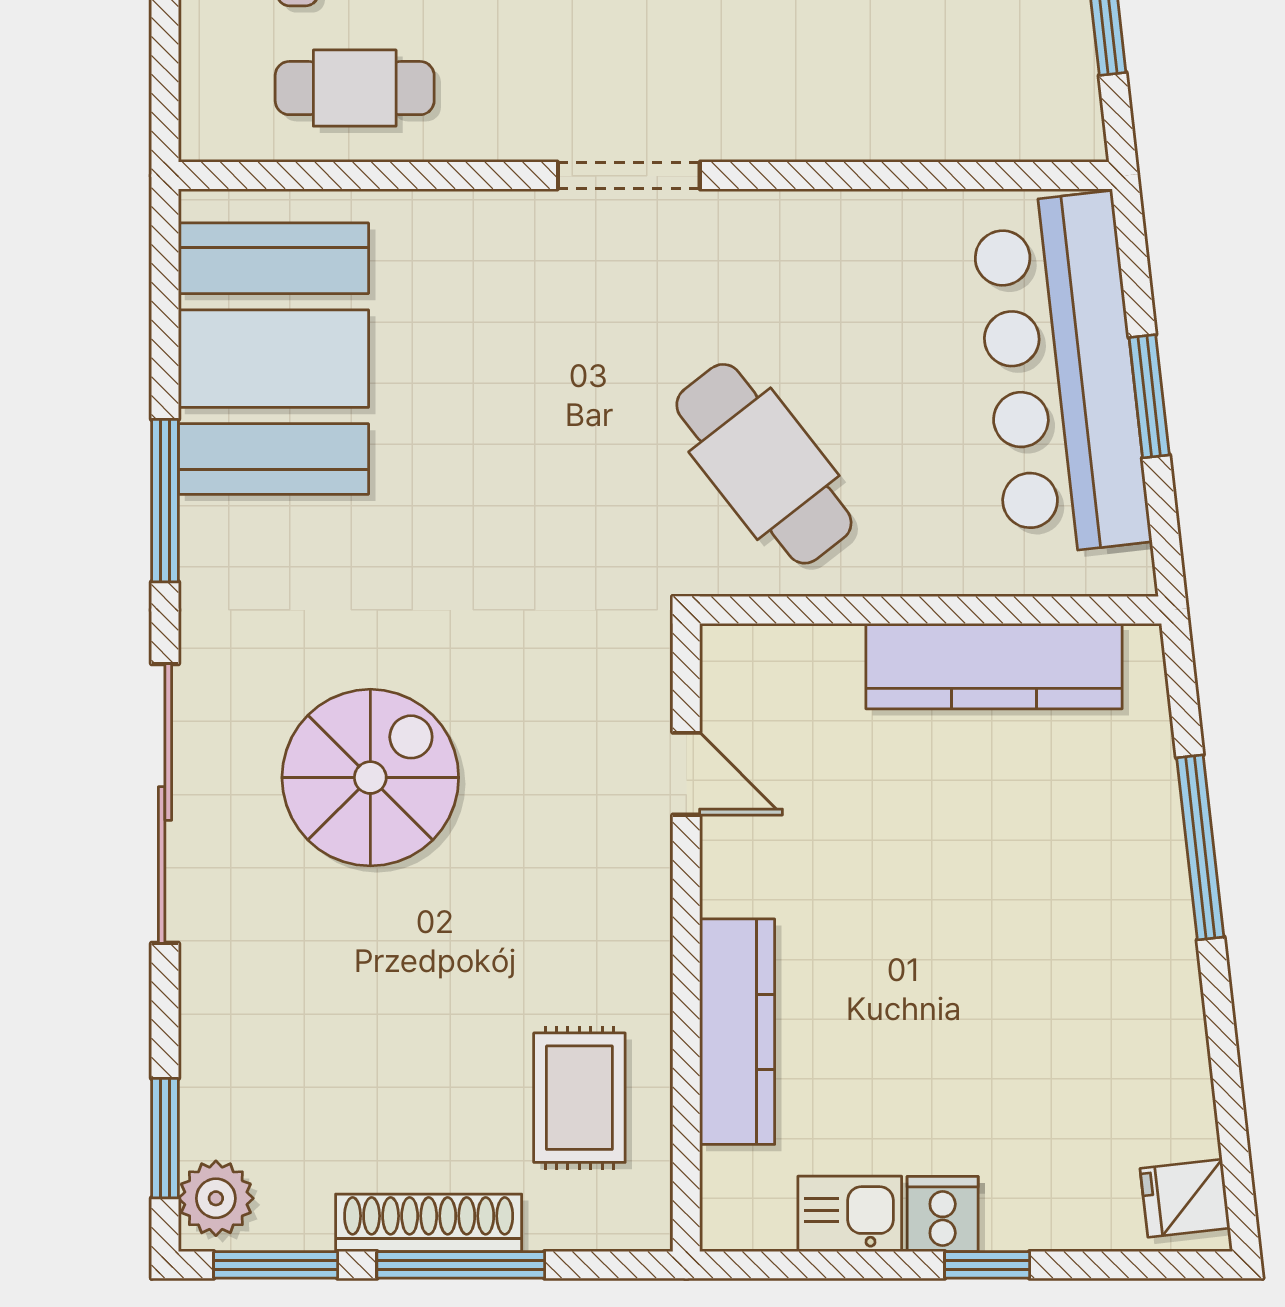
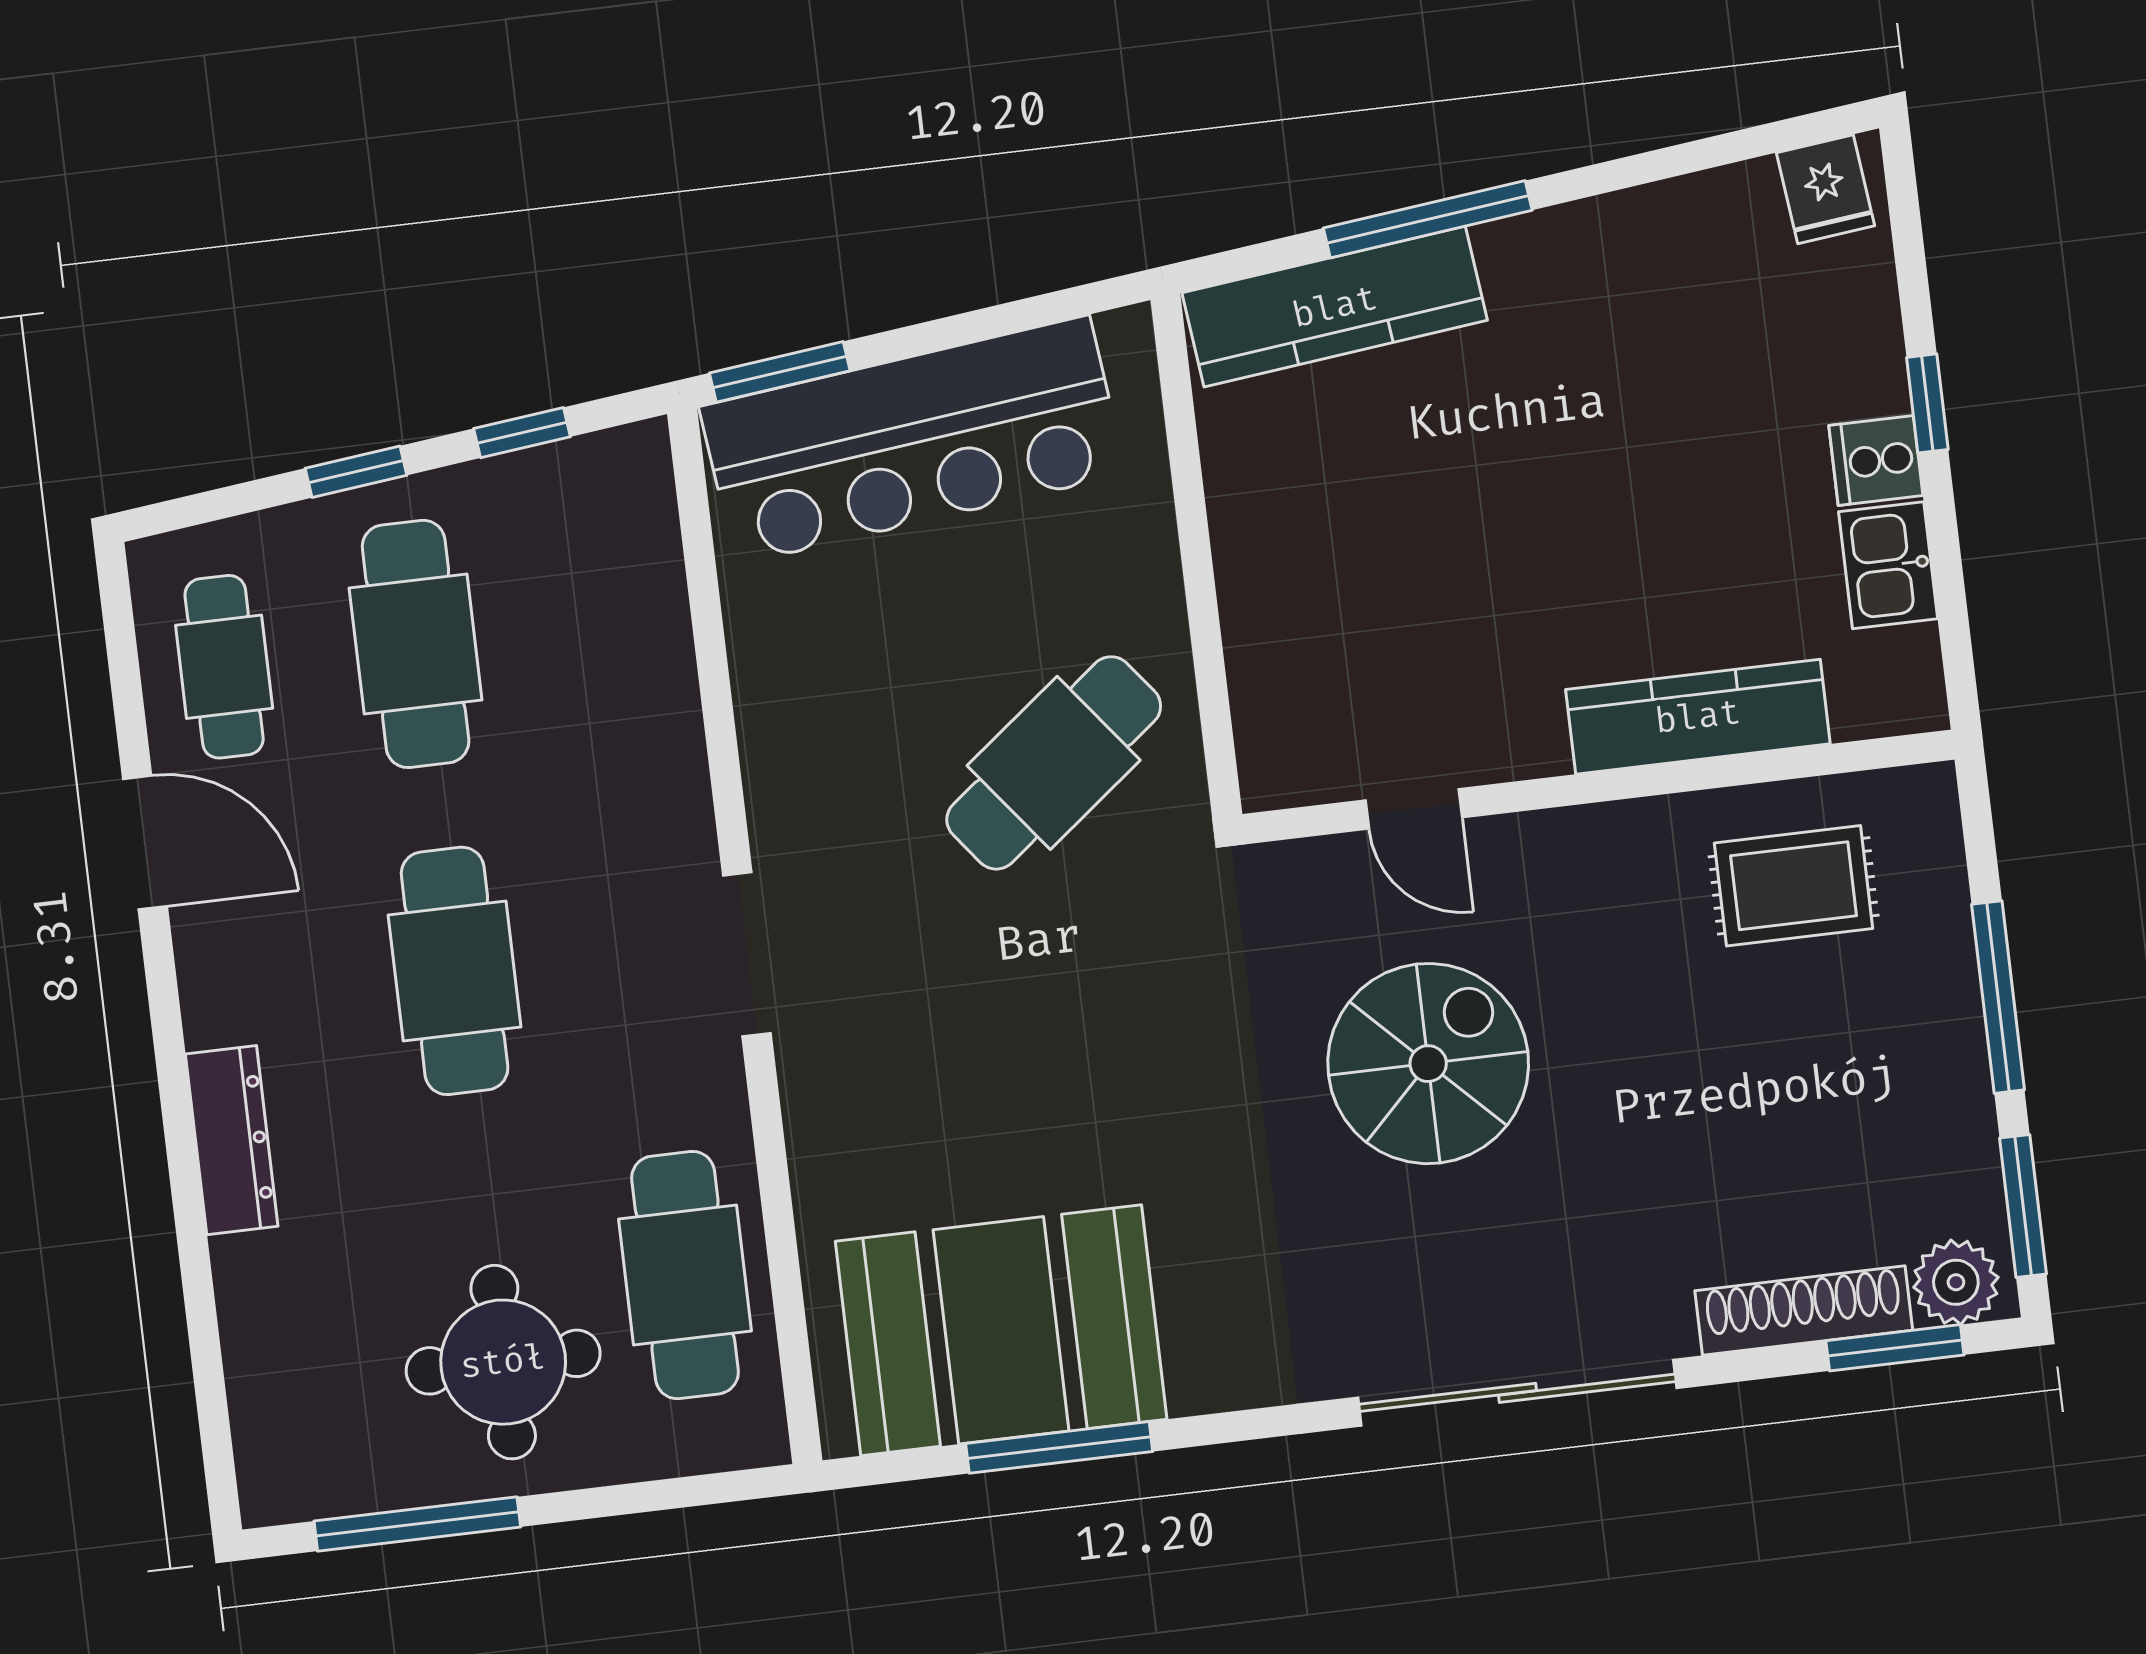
cafe table: (355, 88) -> (685, 1275), width x1.37, depth x1.35
window: (1149, 396) -> (780, 372), moved
window: (165, 501) -> (1059, 1447), moved
kitchen counter: (994, 666) -> (1335, 307), moved, turned 84
door: (686, 774) -> (1414, 809), swing flipped
spiral stairs: (370, 778) -> (1428, 1064), moved, turned 90
shoe rack: (429, 1223) -> (1804, 1311), moved, turned 90

